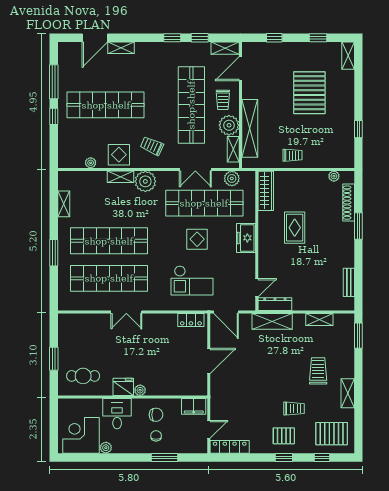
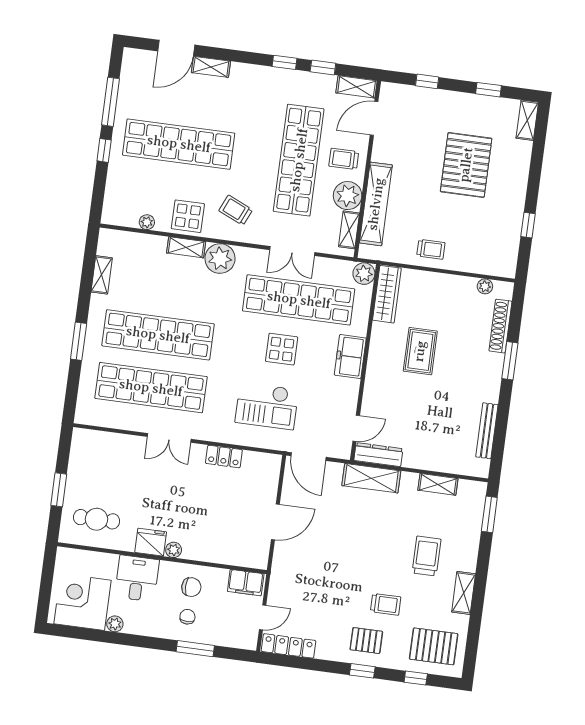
trolley: (223, 100) -> (344, 159), turned 90
plant: (232, 178) -> (364, 274), moved
bench: (349, 282) -> (487, 431), width x1.36
locker: (191, 320) -> (224, 457), moved

